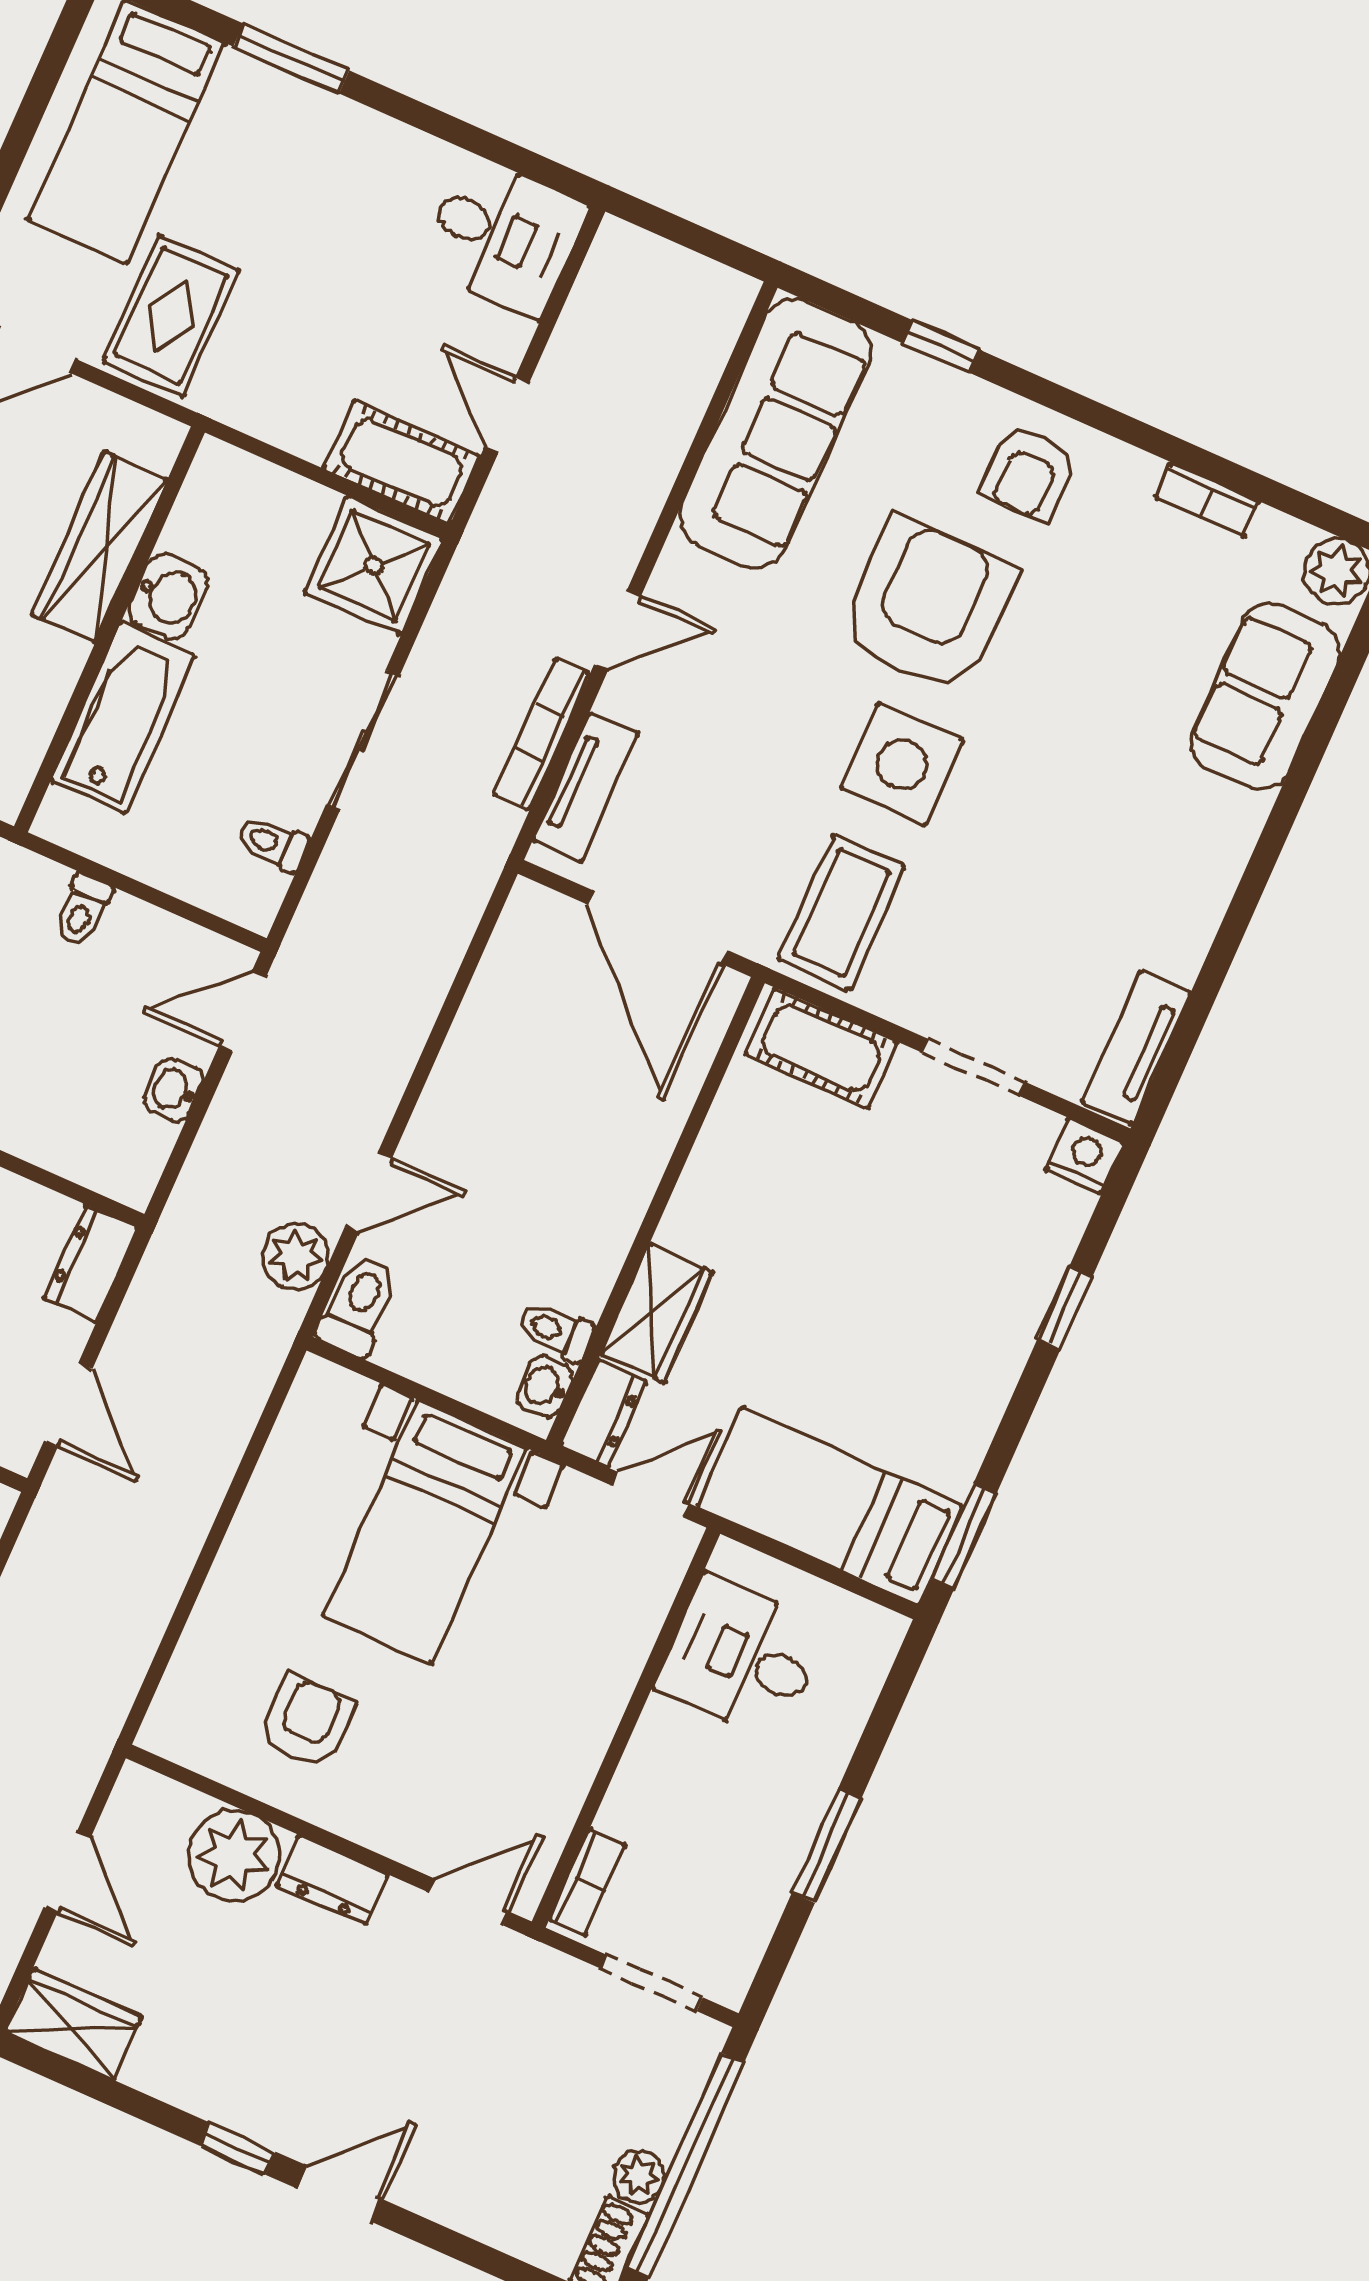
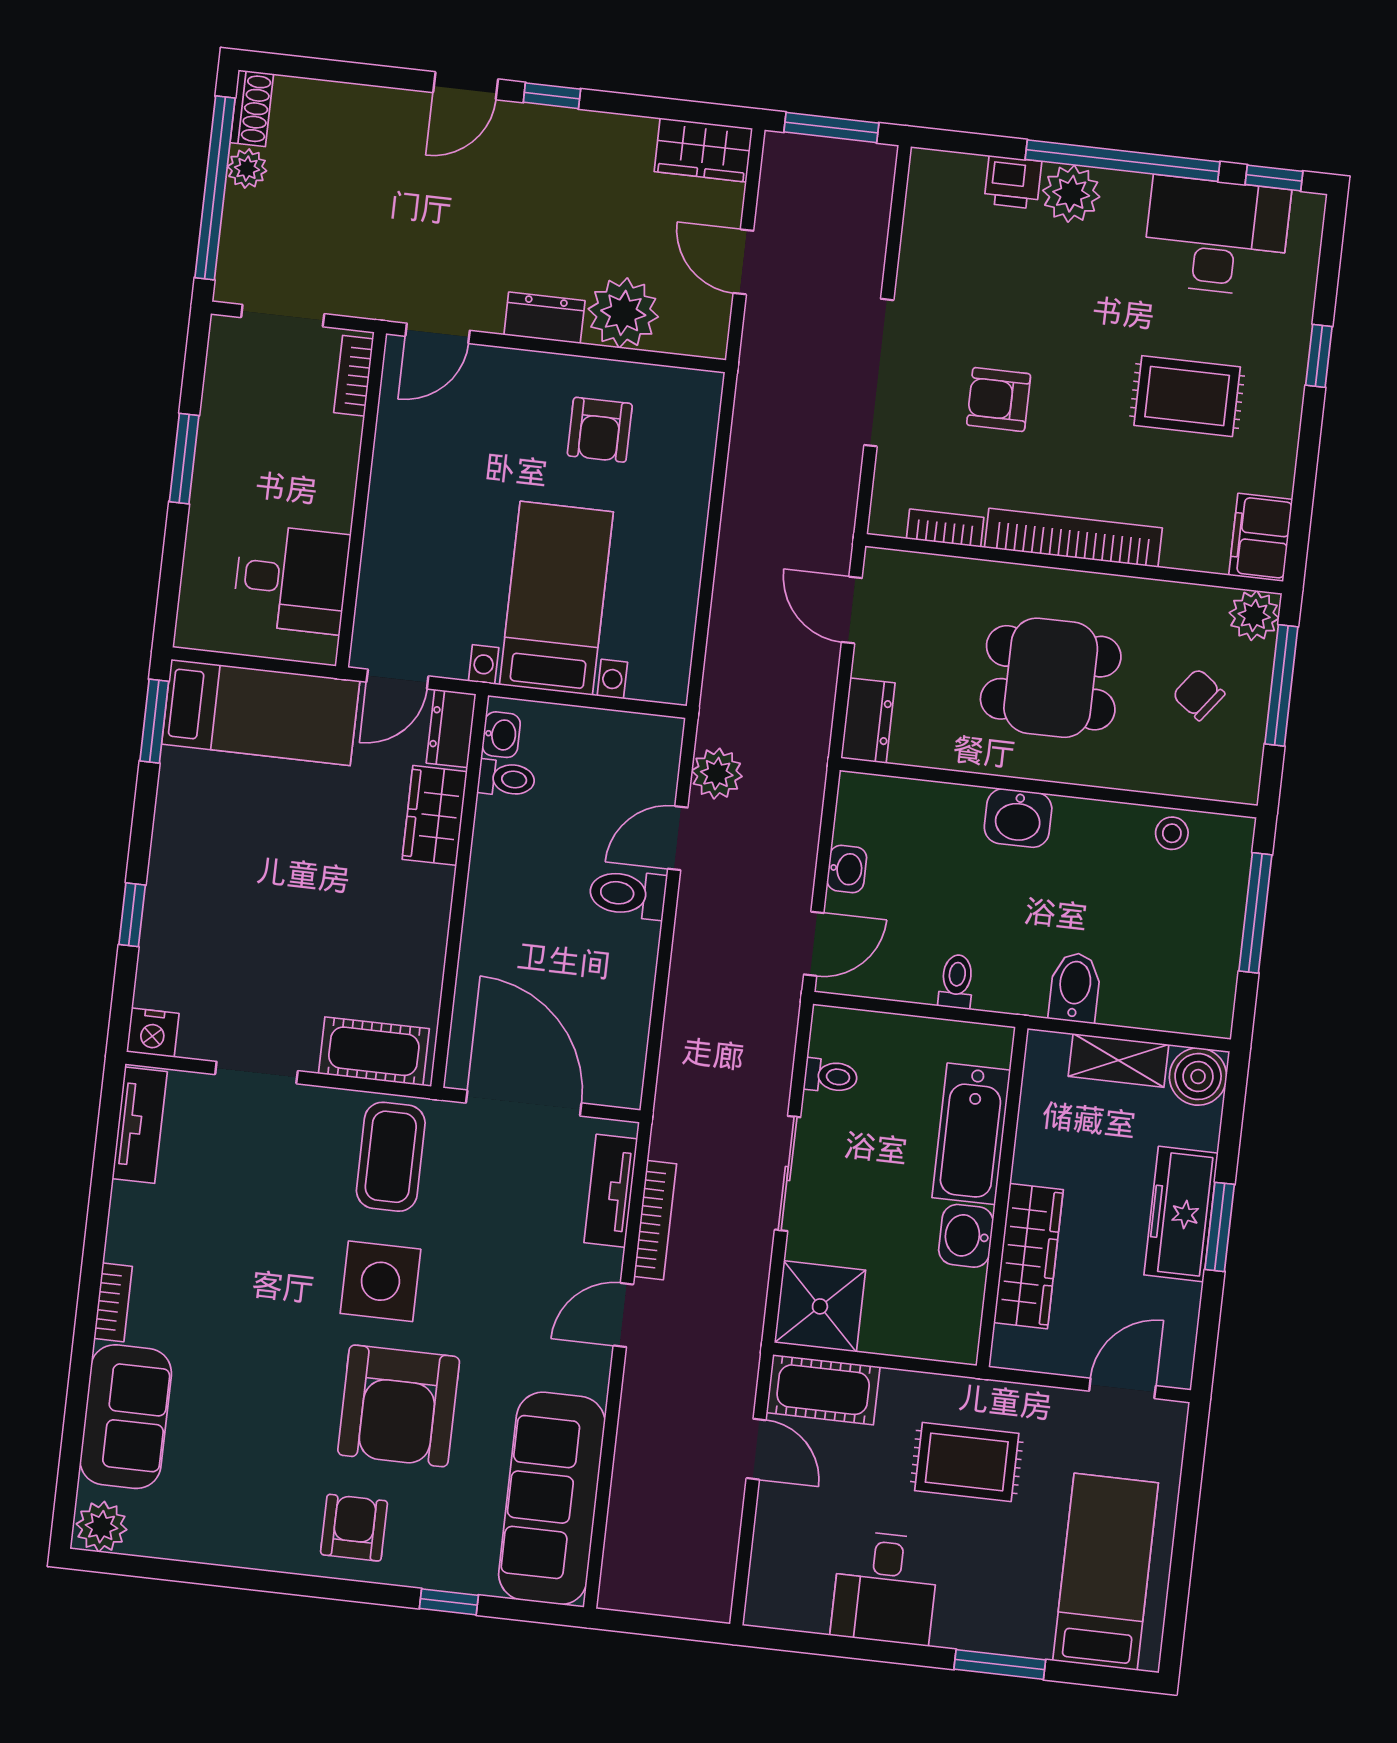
desk: (503, 236) -> (885, 1588), moved, turned -90
rug: (172, 316) -> (967, 1462), moved, turned 90
bookcase: (1208, 500) -> (113, 1302), moved, turned 90
toilet: (359, 1304) -> (628, 894), moved, turned 90

